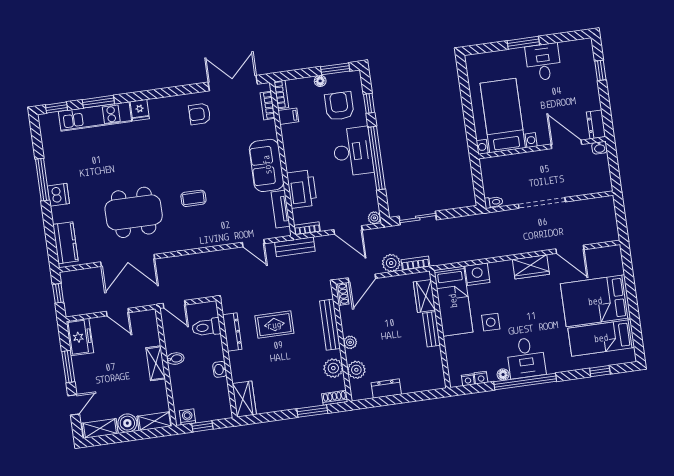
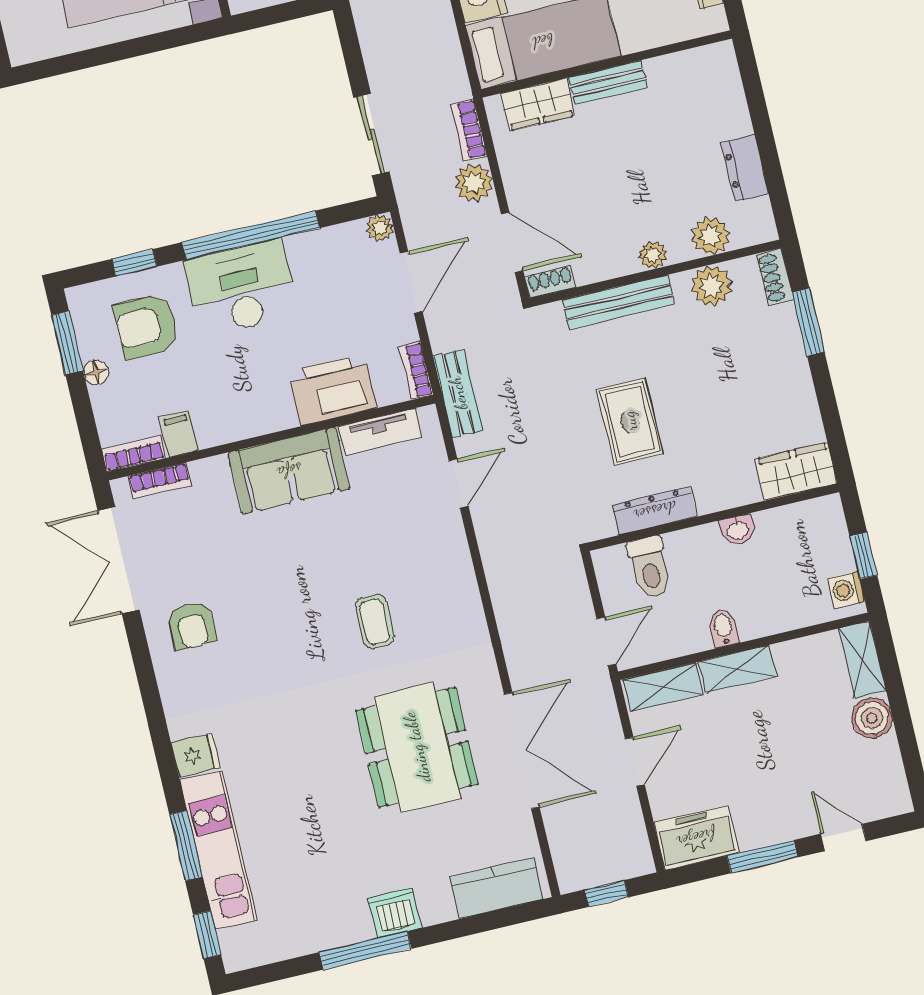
shelving: (100, 428) -> (663, 687), moved, turned 90

